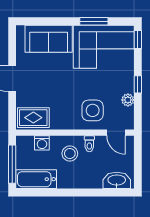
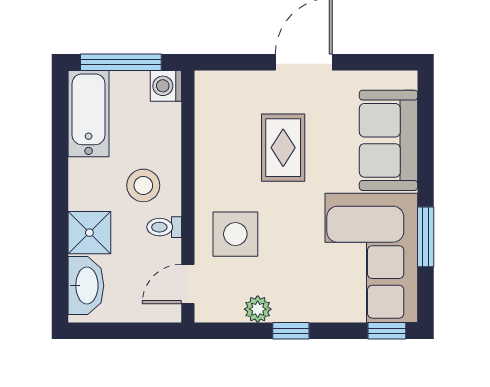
rug: (33, 118) -> (283, 148), moved
washing machine: (42, 143) -> (166, 86), moved
shower: (92, 179) -> (89, 233), added

